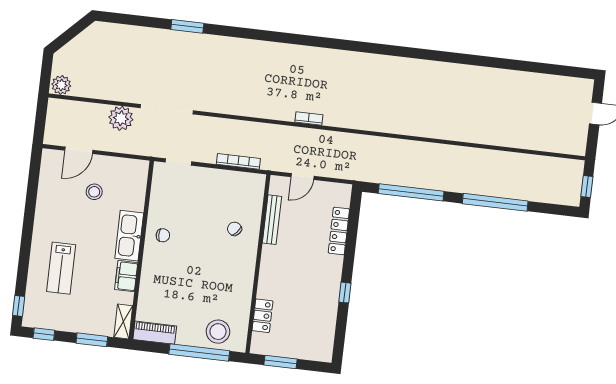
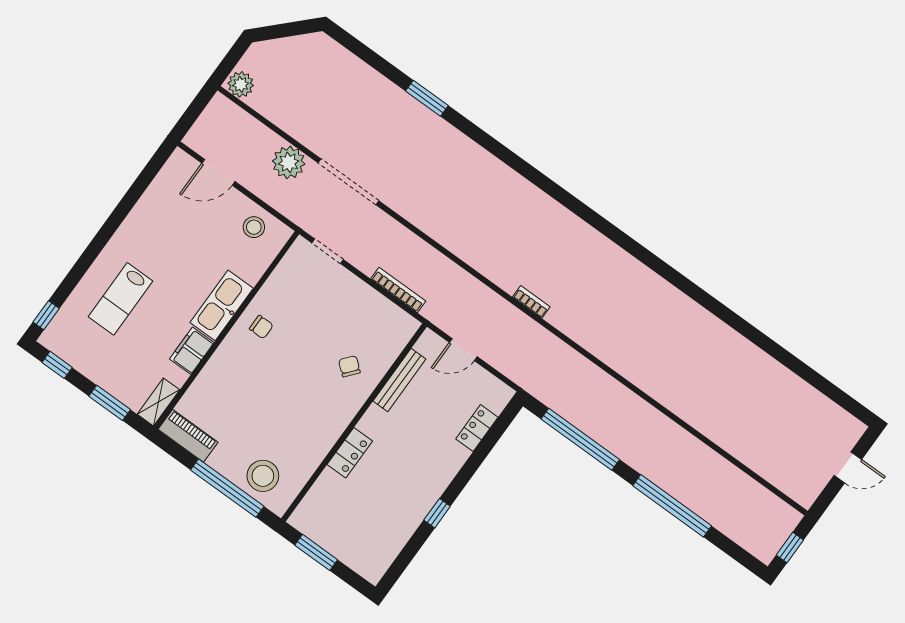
bookcase: (309, 118) -> (531, 302), moved
stool: (94, 192) -> (254, 227), moved
locker: (339, 231) -> (477, 428), width x0.66
locker: (262, 316) -> (350, 453), moved

